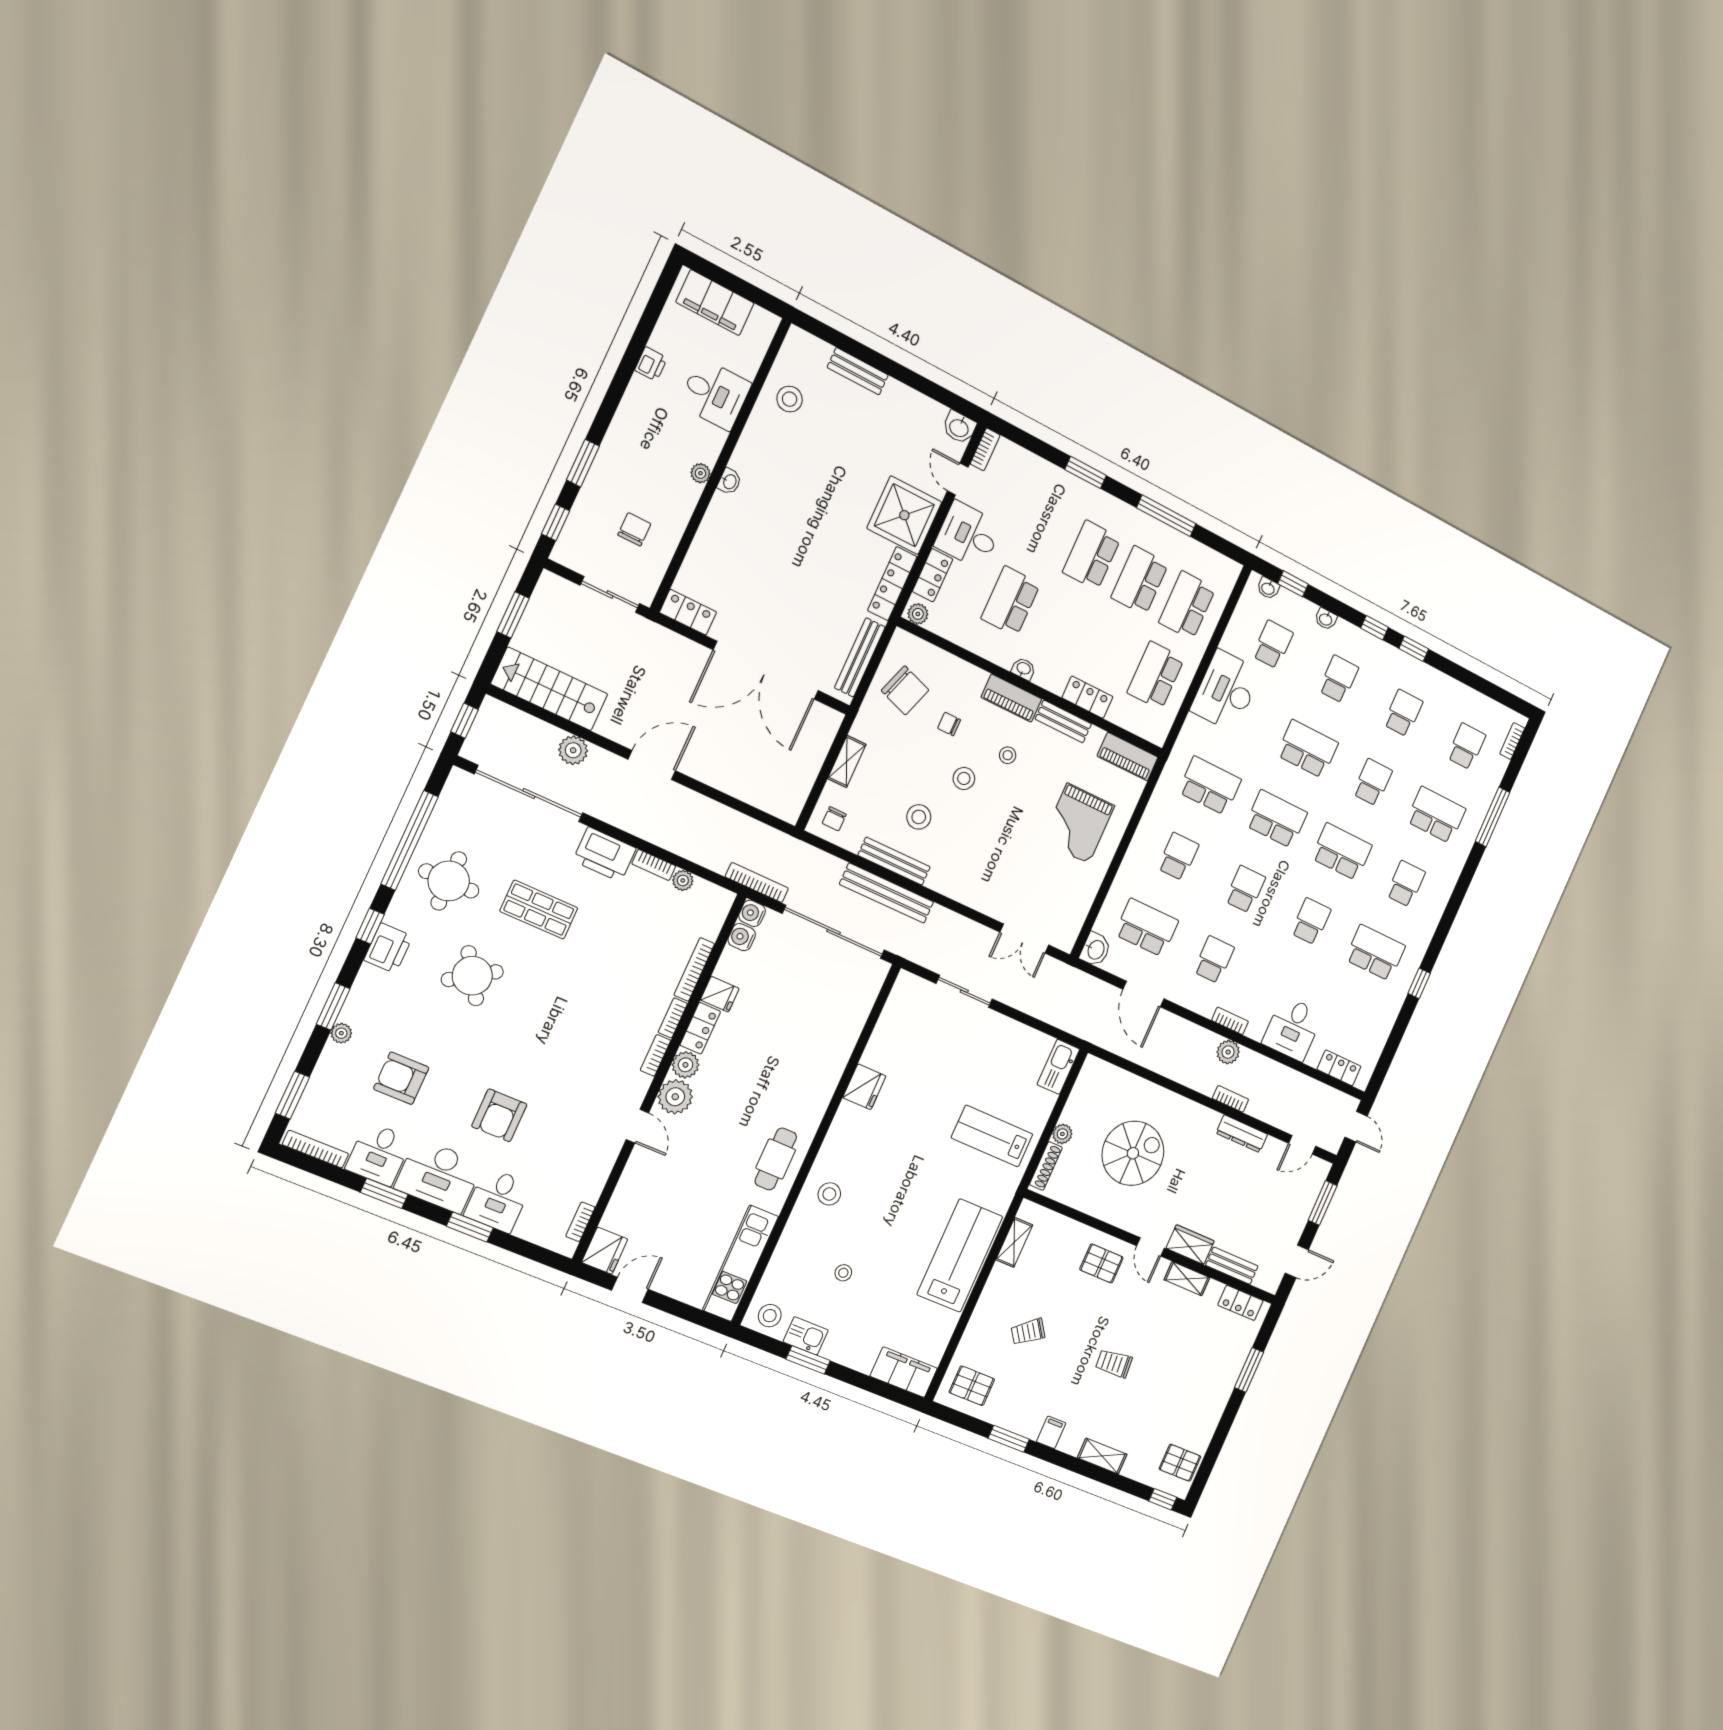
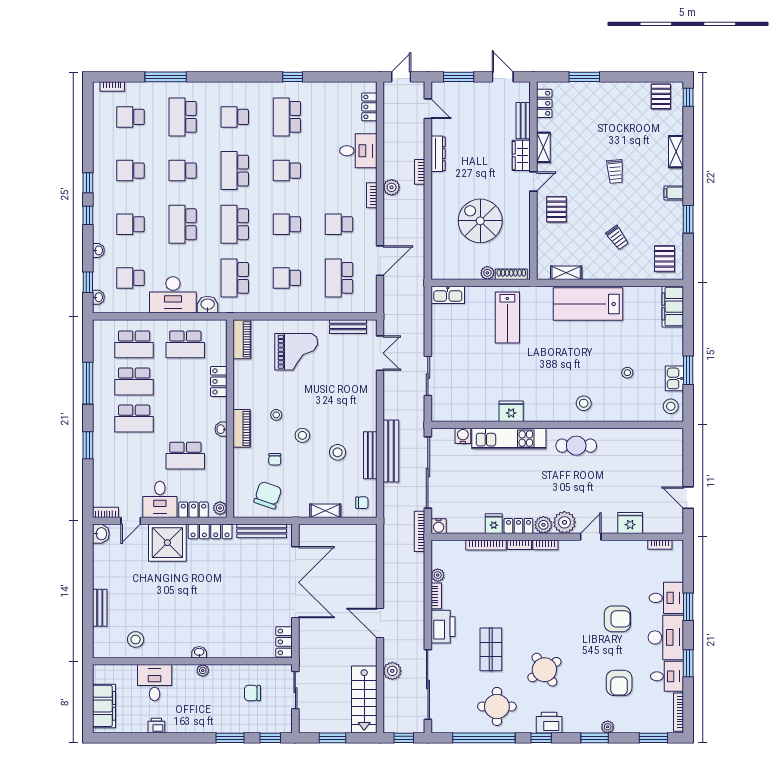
bench: (1063, 721) -> (348, 327), moved, turned 90
water cooler: (742, 937) -> (463, 436), moved, turned 180
washbasin: (1095, 950) -> (208, 305), moved
fridge: (605, 1251) -> (630, 523), moved
kitchen unit: (740, 1263) -> (509, 439), moved

